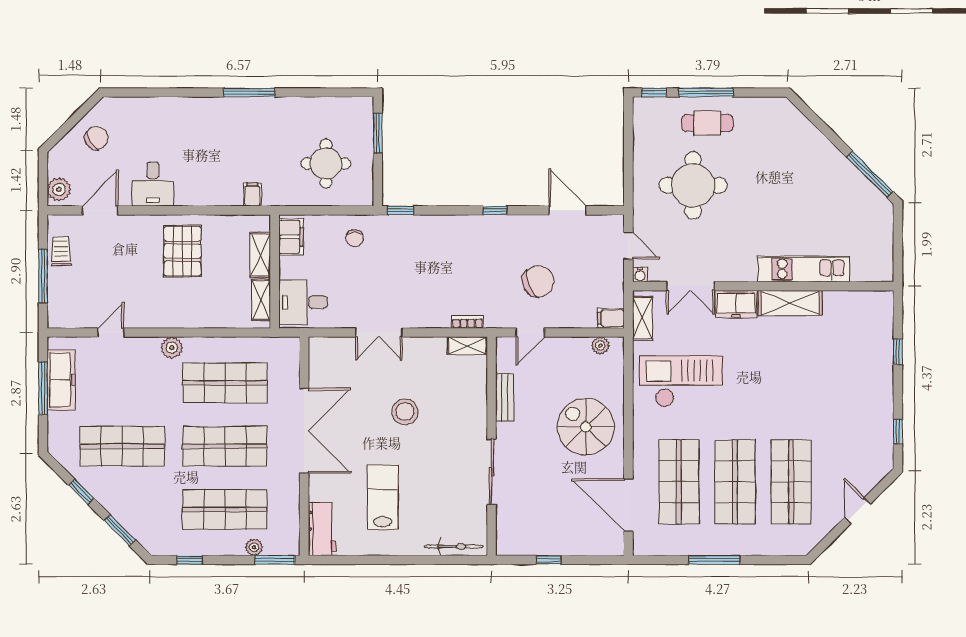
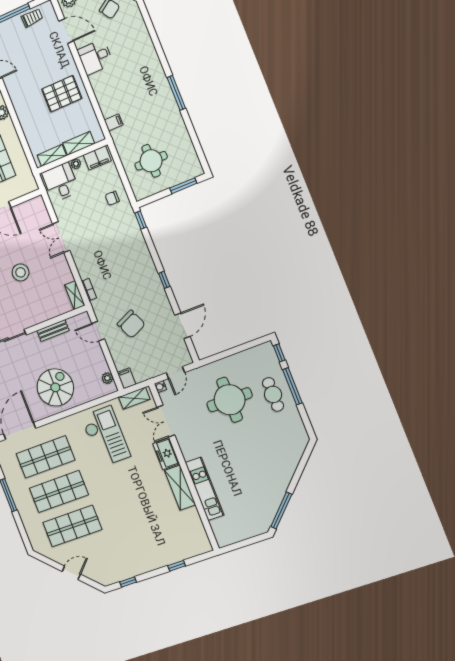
plant: (287, 270) -> (76, 164), added

